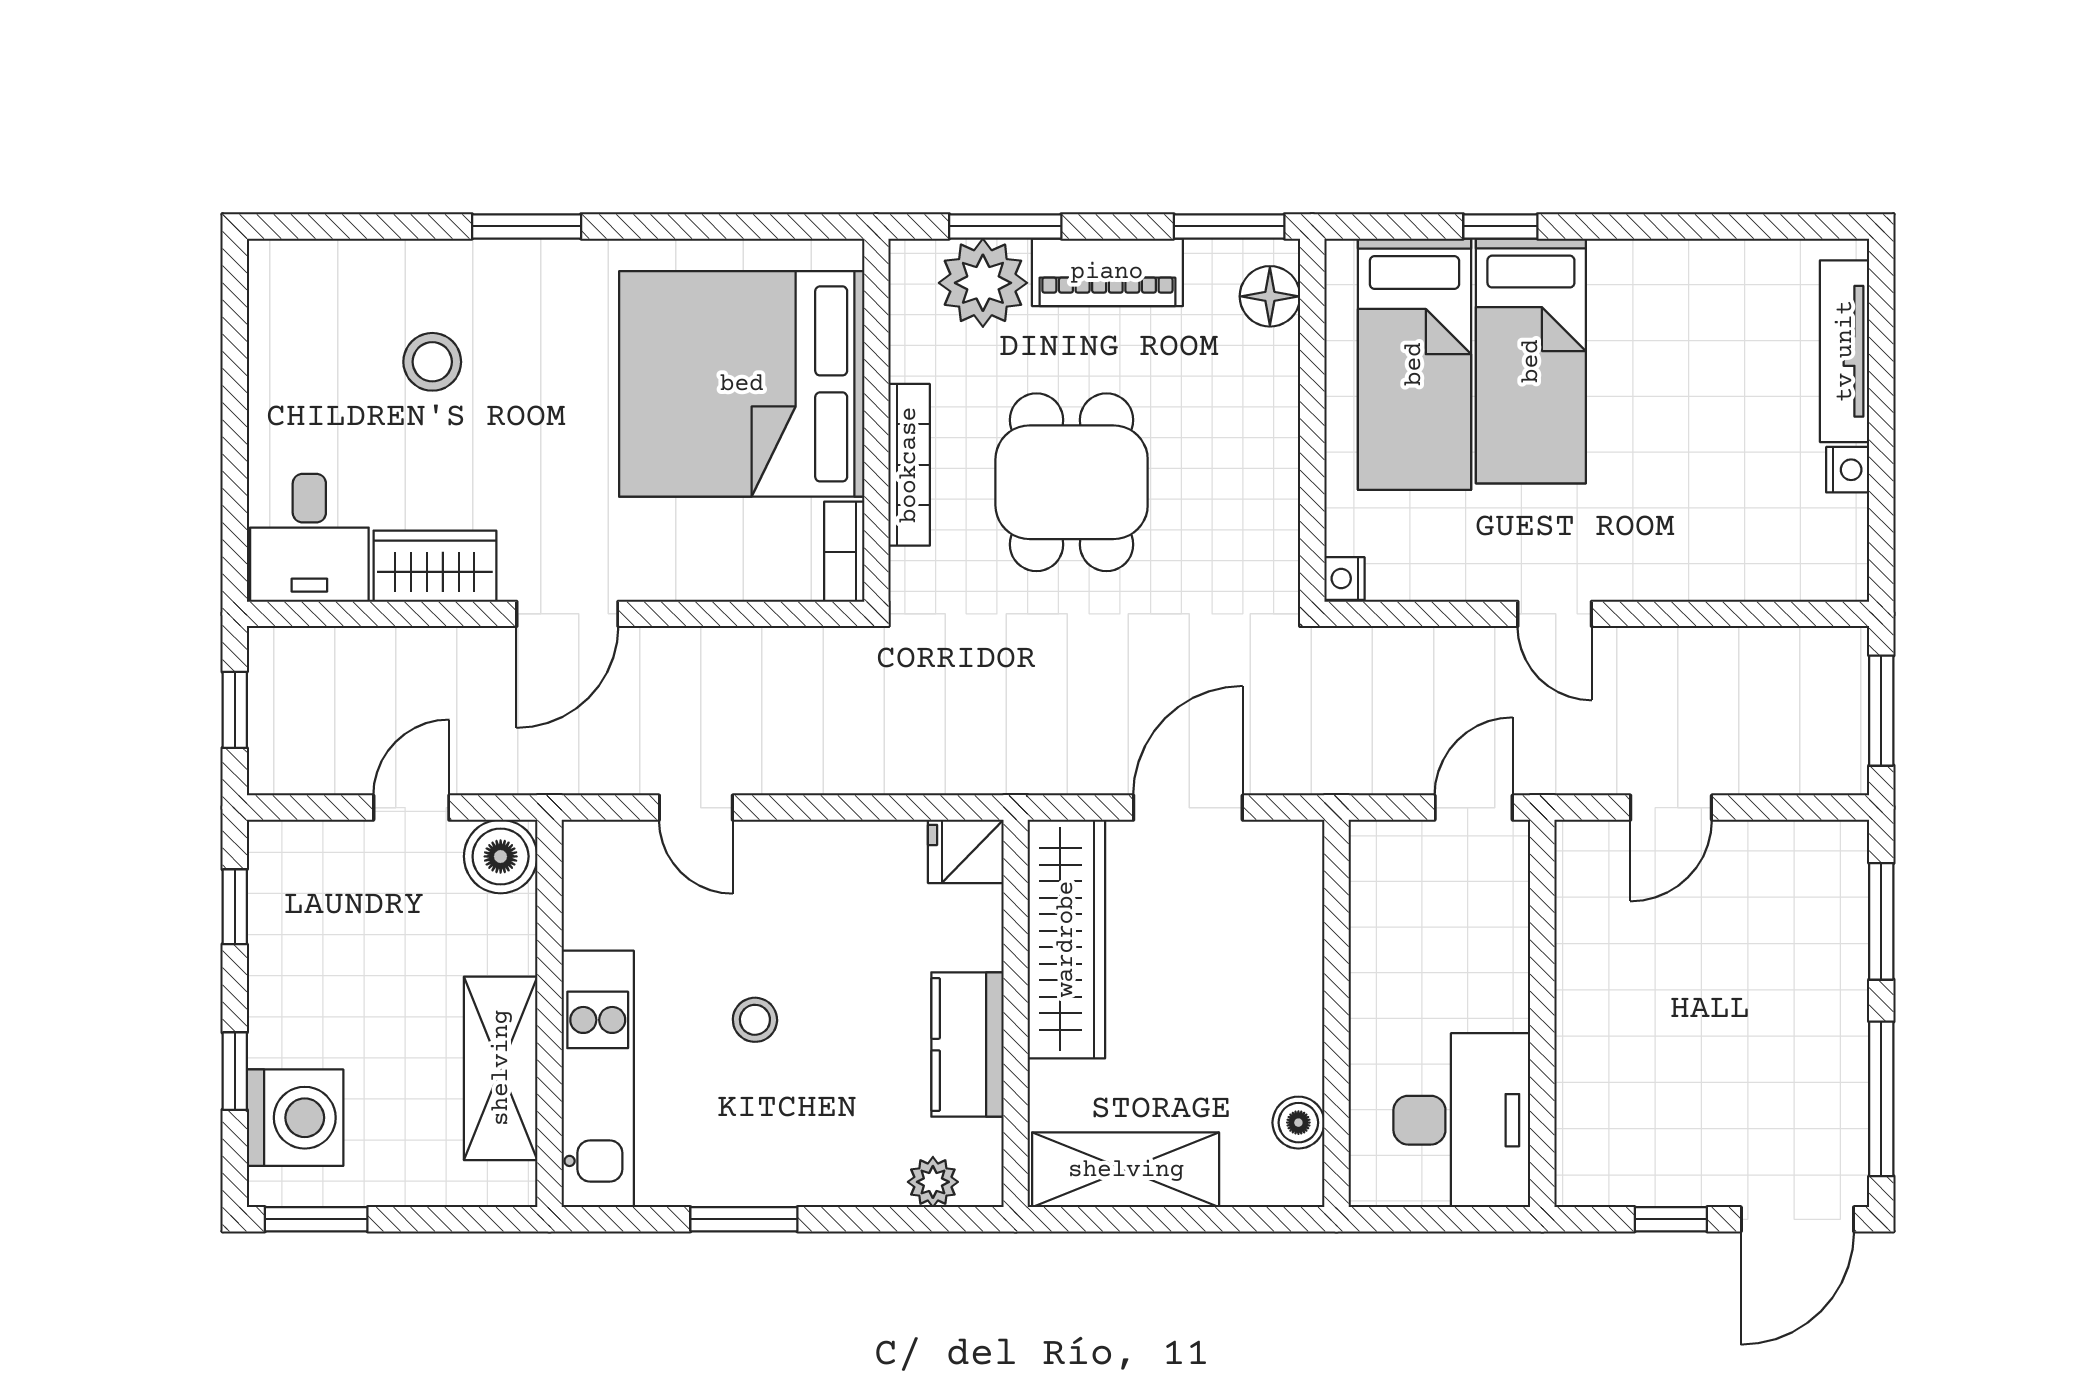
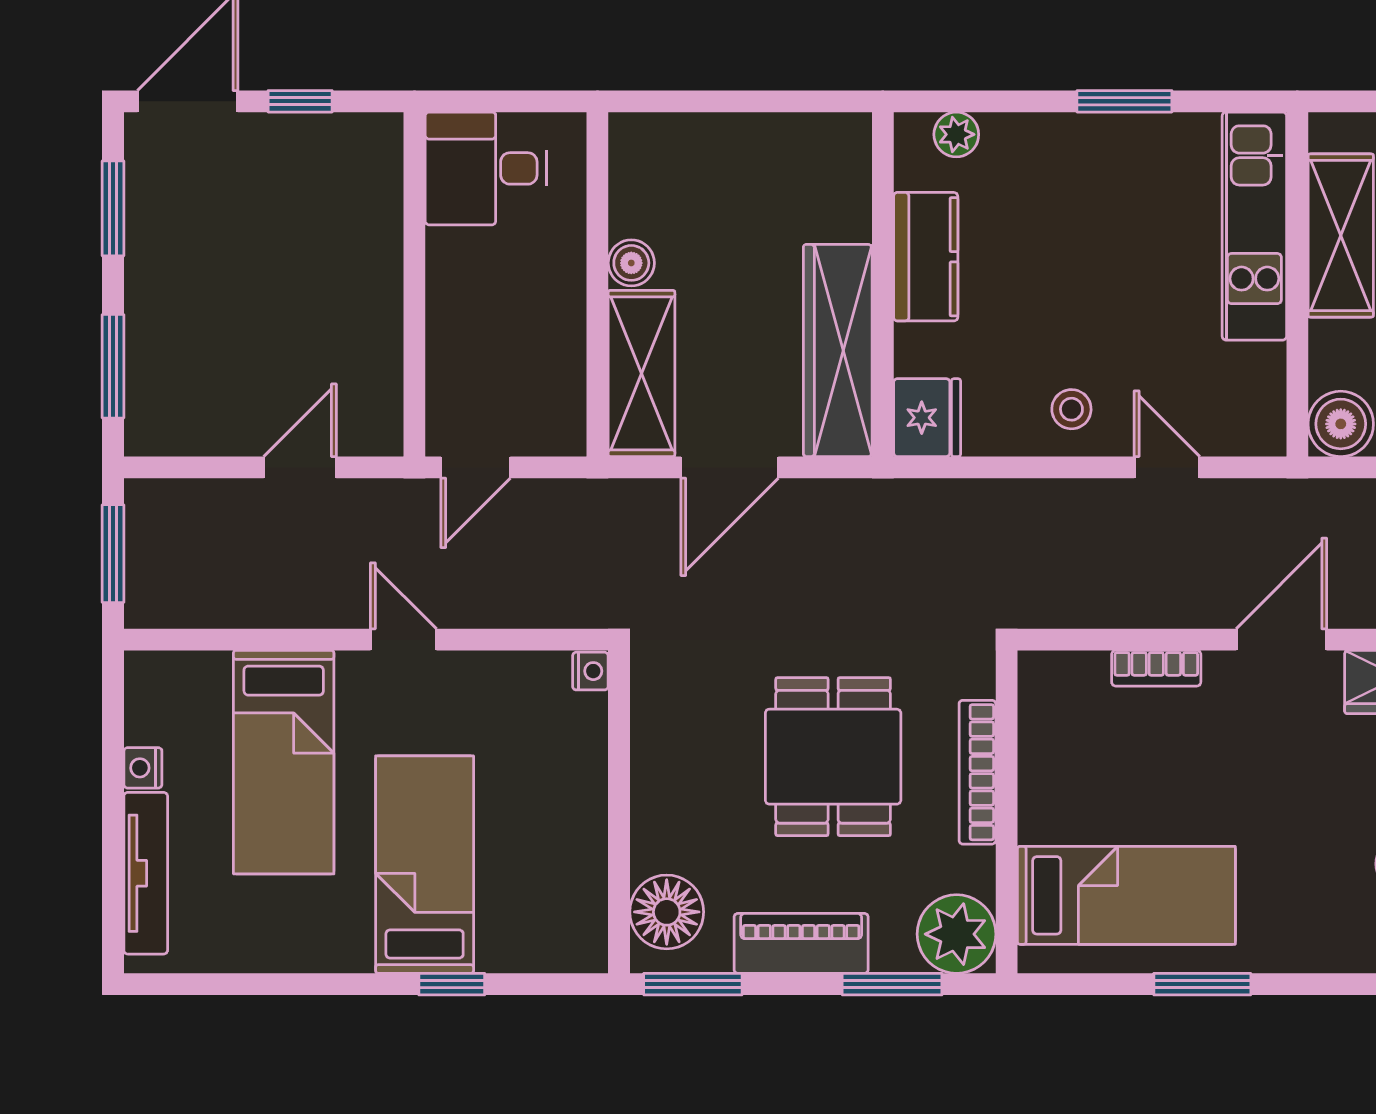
window: (527, 226) -> (1202, 984), moved
plant: (983, 283) -> (957, 934), moved
floor lamp: (1270, 296) -> (667, 912), width x1.38, depth x1.38
bed: (1414, 364) -> (284, 762), moved, turned 180
bed: (742, 384) -> (1126, 895), width x0.49
bookcase: (844, 552) -> (1156, 668), moved, turned 90
fridge: (966, 851) -> (927, 418), width x1.38
stool: (755, 1020) -> (1071, 409), moved
window: (1881, 1099) -> (113, 208), width x0.69
desk: (1462, 1120) -> (486, 168), width x0.73
boiler: (1298, 1123) -> (631, 263), moved
shelving: (1126, 1170) -> (642, 373), moved, turned 90

